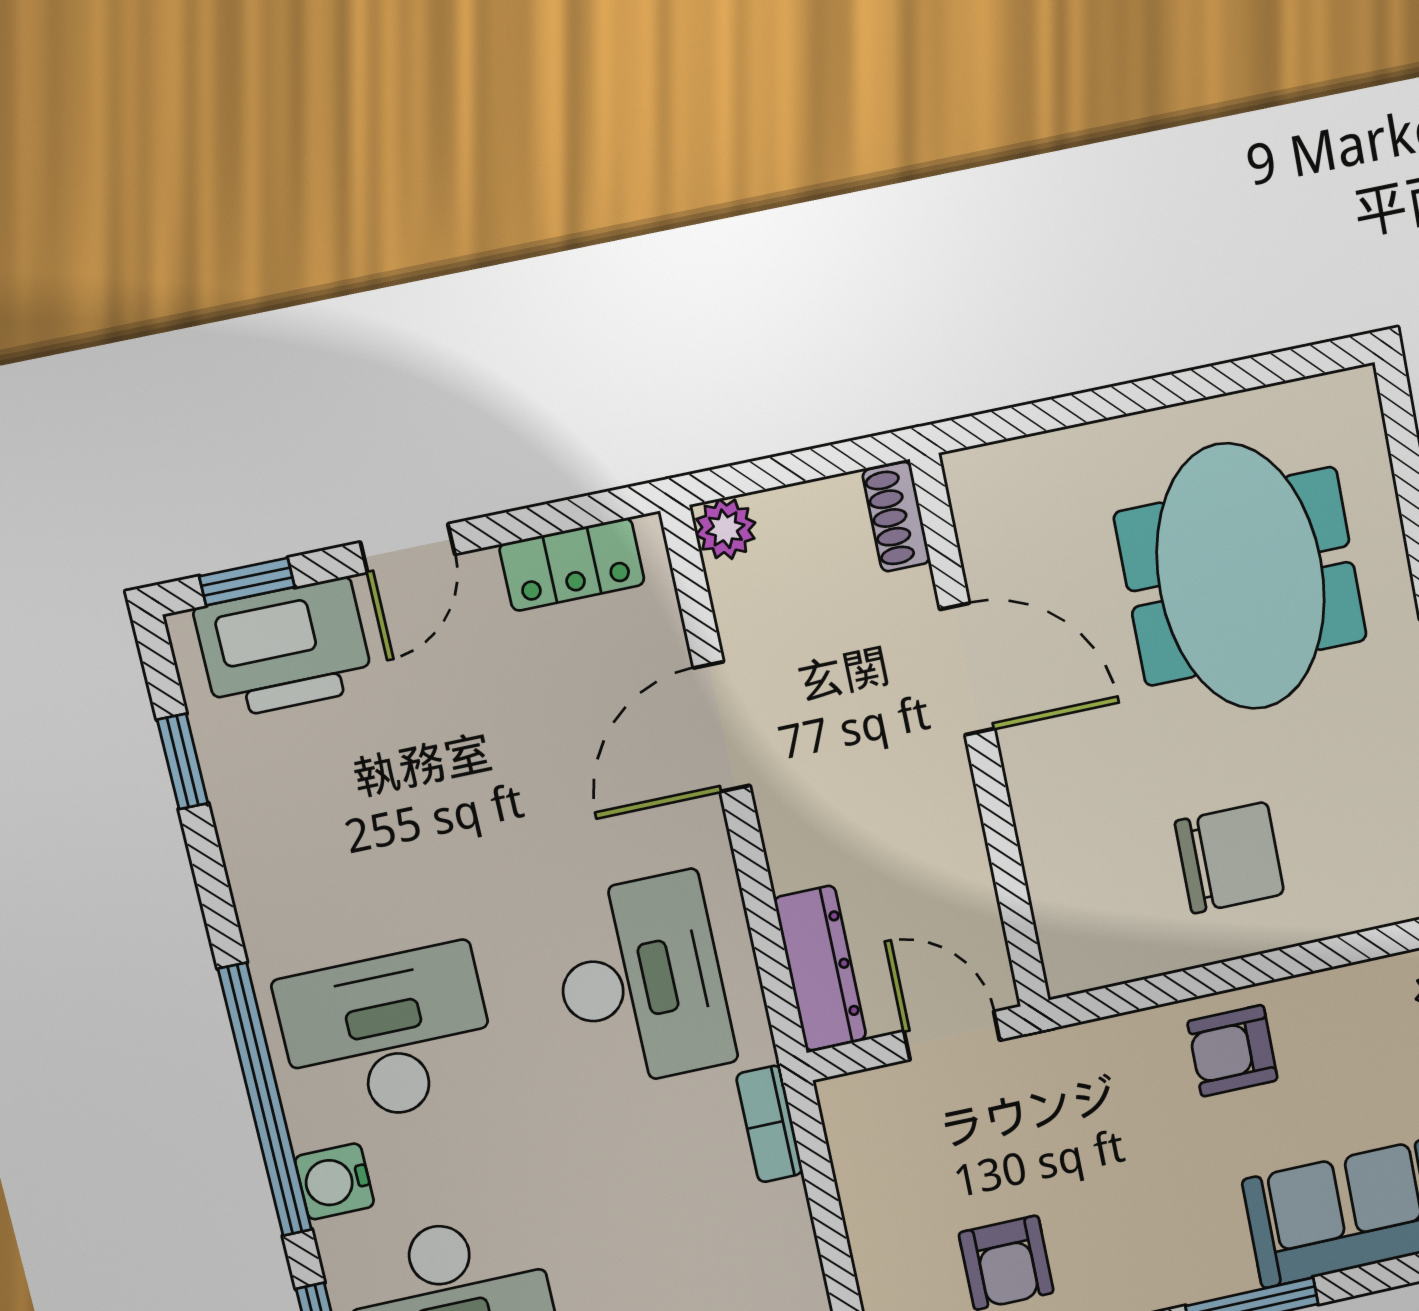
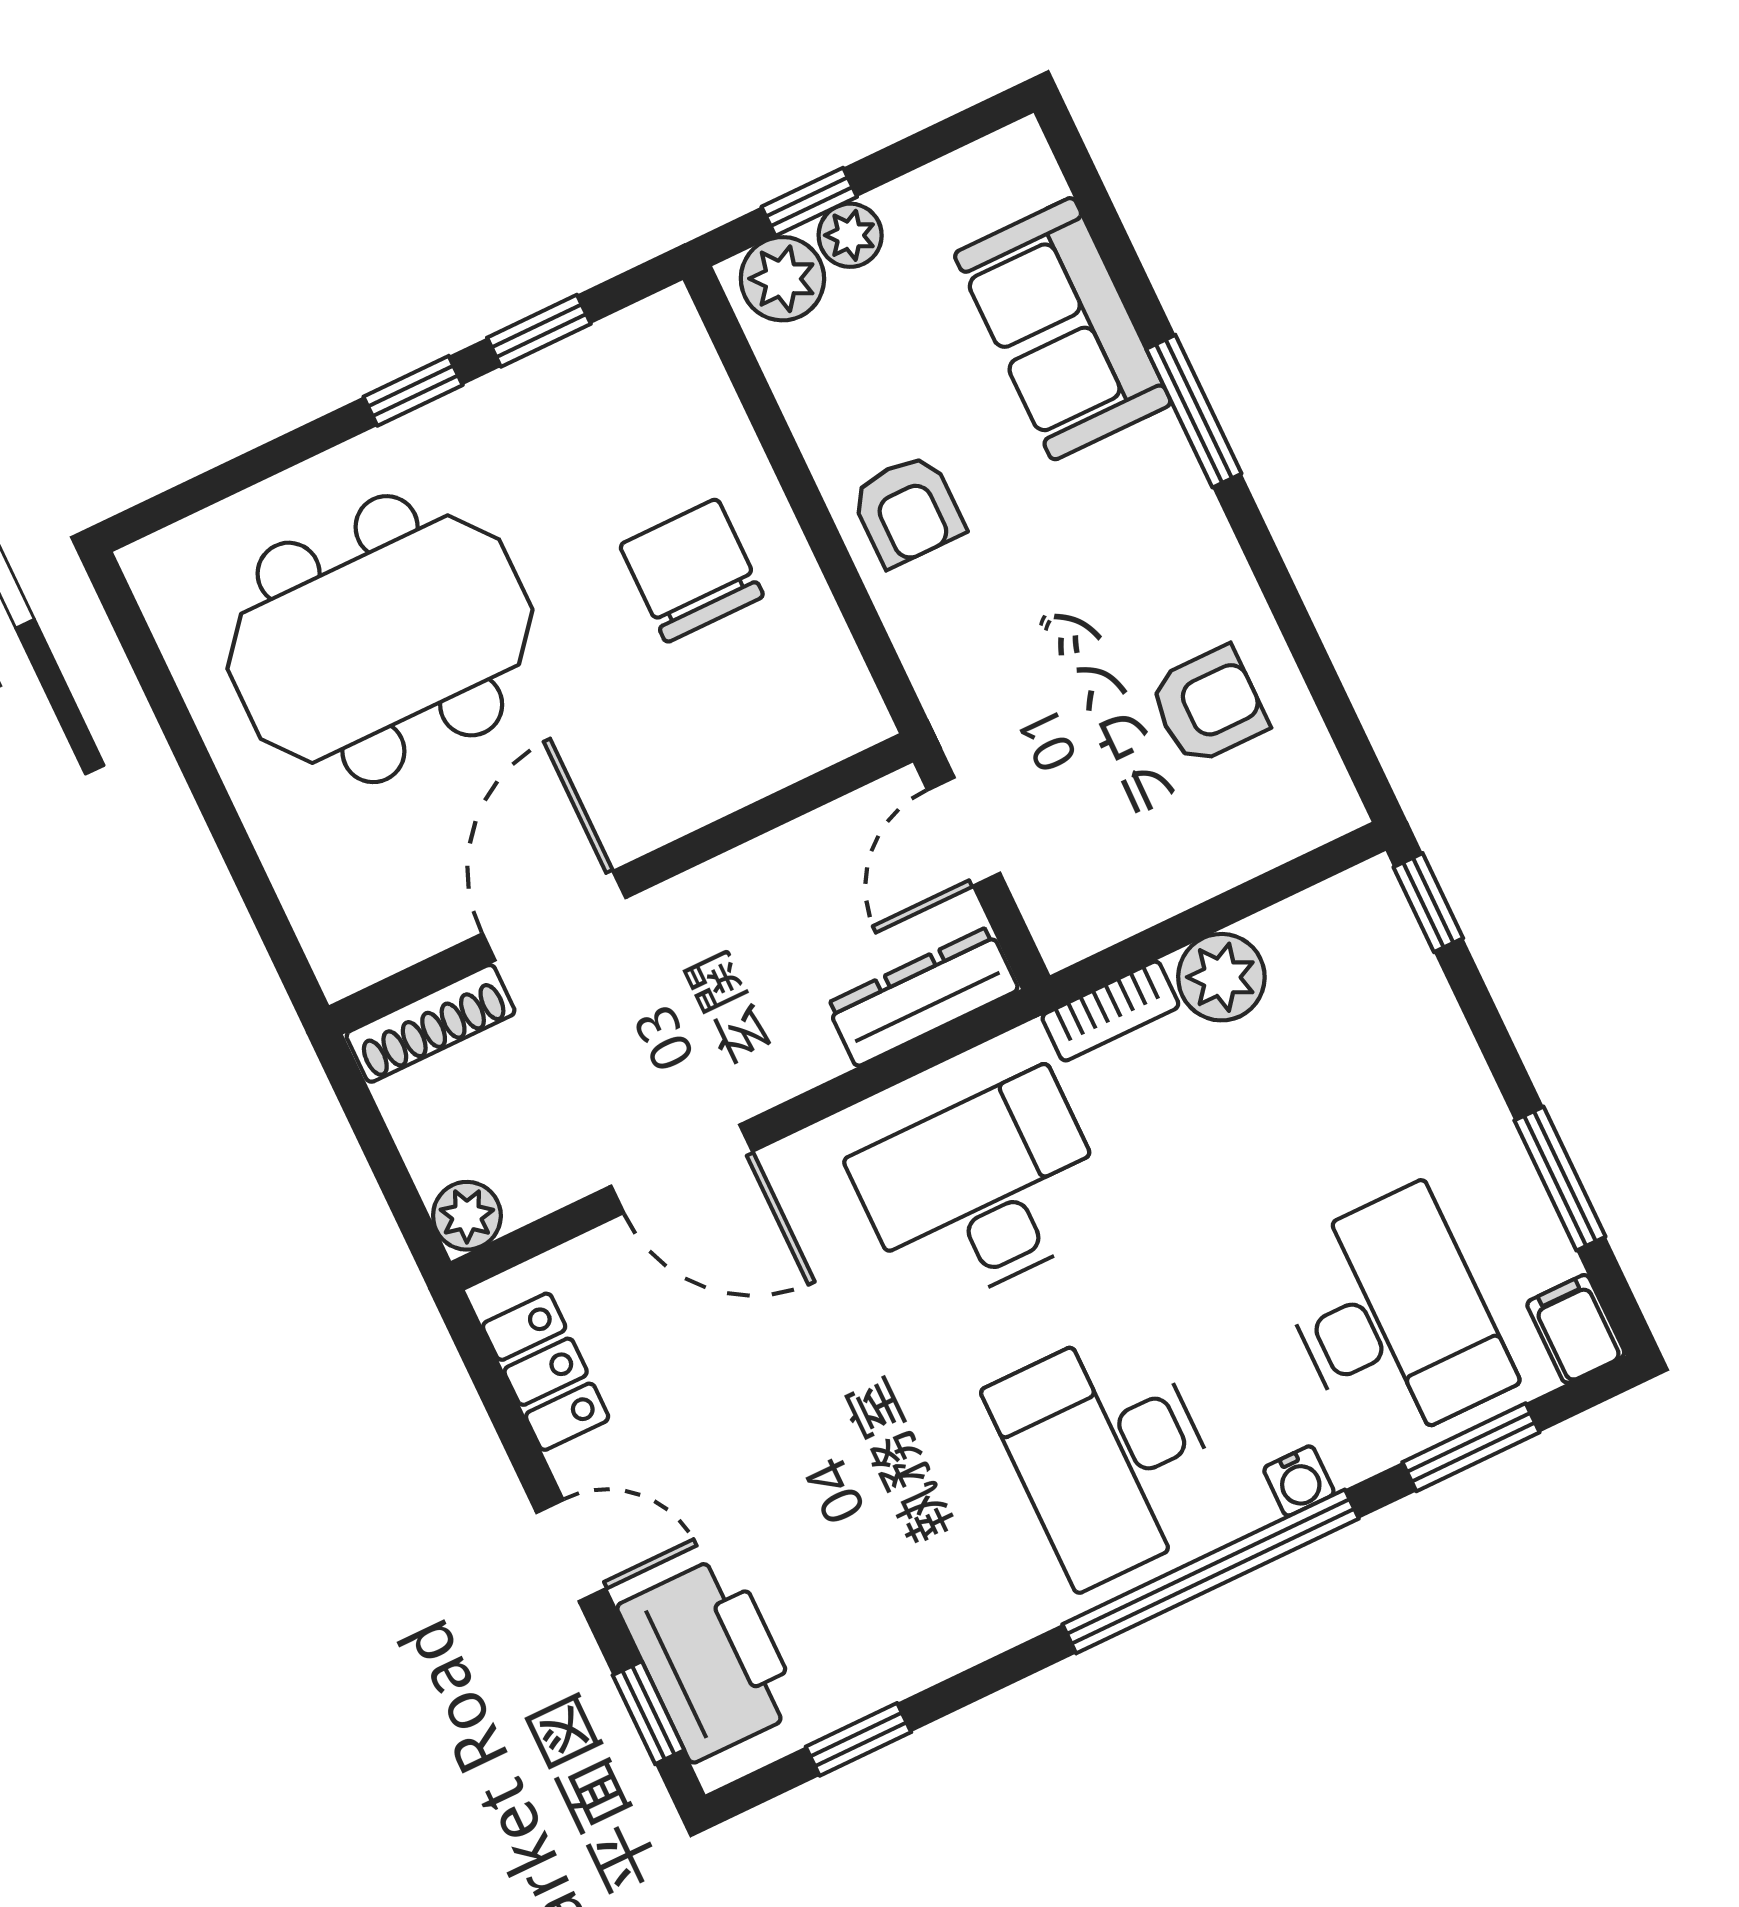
shoe rack: (896, 517) -> (431, 1023), width x1.43
water cooler: (334, 1181) -> (1299, 1481), width x0.72, depth x0.72
plant: (776, 1223) -> (1221, 977), added

